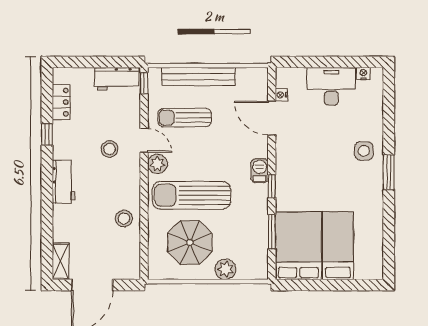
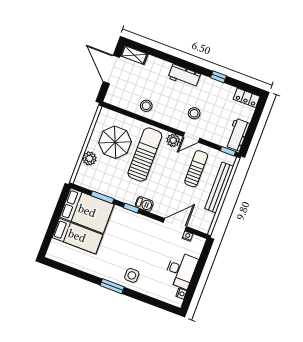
locker: (61, 102) -> (247, 98), moved

